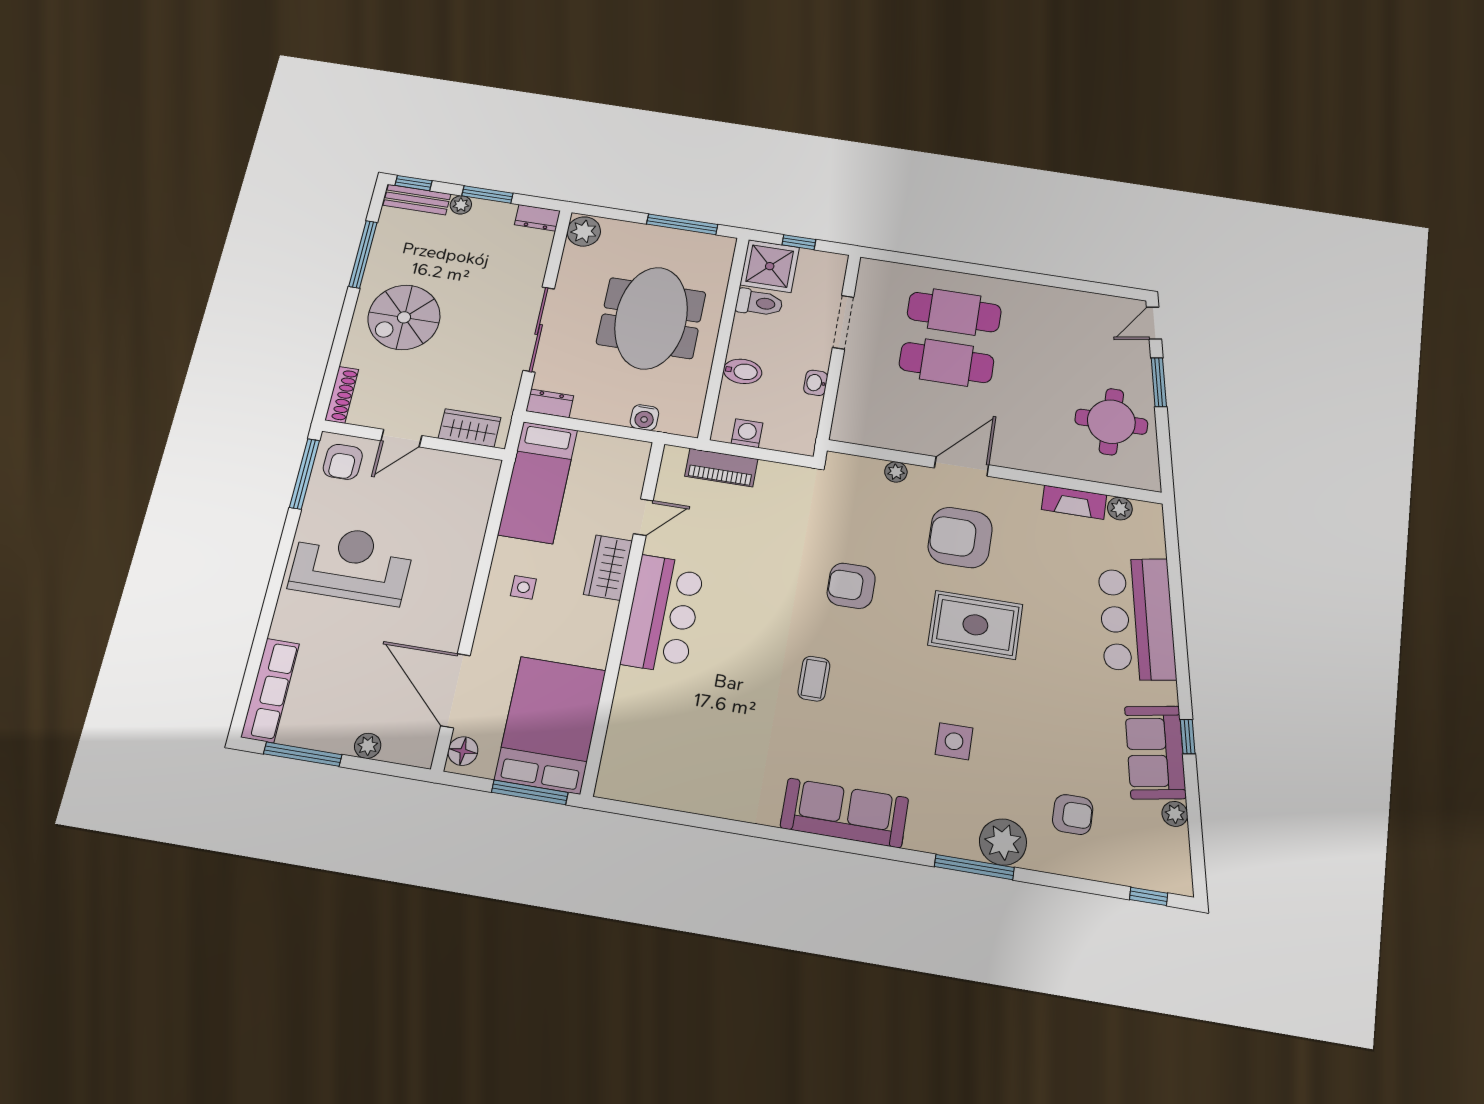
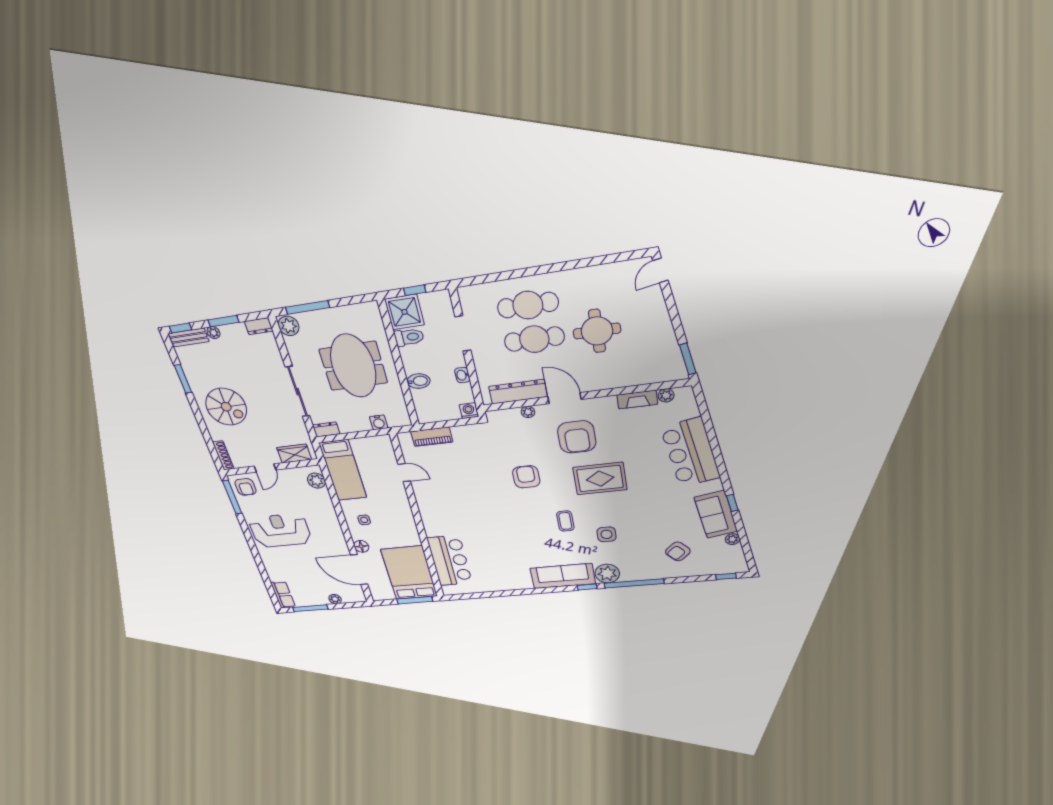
window: (682, 224) -> (307, 307), moved
window: (363, 254) -> (183, 379), width x0.69
spiral stairs: (404, 317) -> (226, 407), turned -90
window: (1159, 382) -> (688, 359), moved
round table: (1111, 422) -> (597, 331), moved
washing machine: (747, 433) -> (469, 411), moved
dresser: (892, 435) -> (518, 392), added
door: (962, 466) -> (564, 398), hinge flipped
plant: (479, 487) -> (316, 481), added
door: (643, 517) -> (404, 473), hinge flipped
armchair: (960, 538) -> (577, 437), turned -90
wardrobe: (608, 568) -> (399, 501), removed
armchair: (851, 586) -> (526, 477), turned 90
bar counter: (663, 614) -> (450, 561), moved
coffee table: (814, 679) -> (565, 521), moved
row of seats: (270, 690) -> (283, 595), width x0.68
floor lamp: (463, 751) -> (361, 546), moved
armchair: (1073, 814) -> (678, 551), turned 137
plant: (1003, 842) -> (607, 574), moved
window: (883, 852) -> (587, 587), added
window: (974, 867) -> (634, 583), width x1.46

